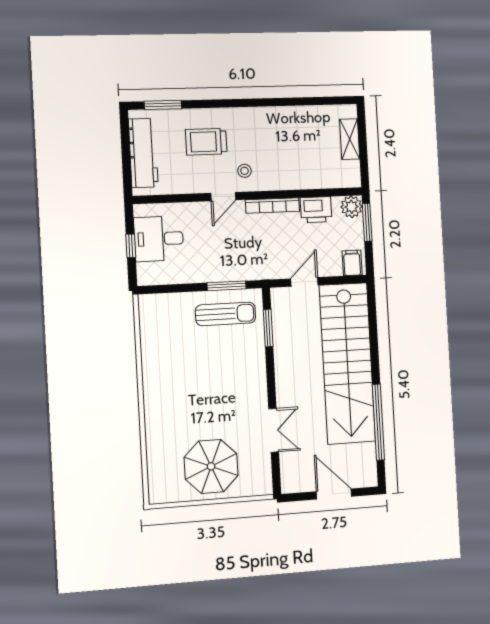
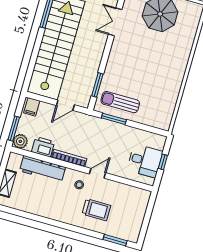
workbench: (143, 153) -> (43, 169), moved, turned -90

